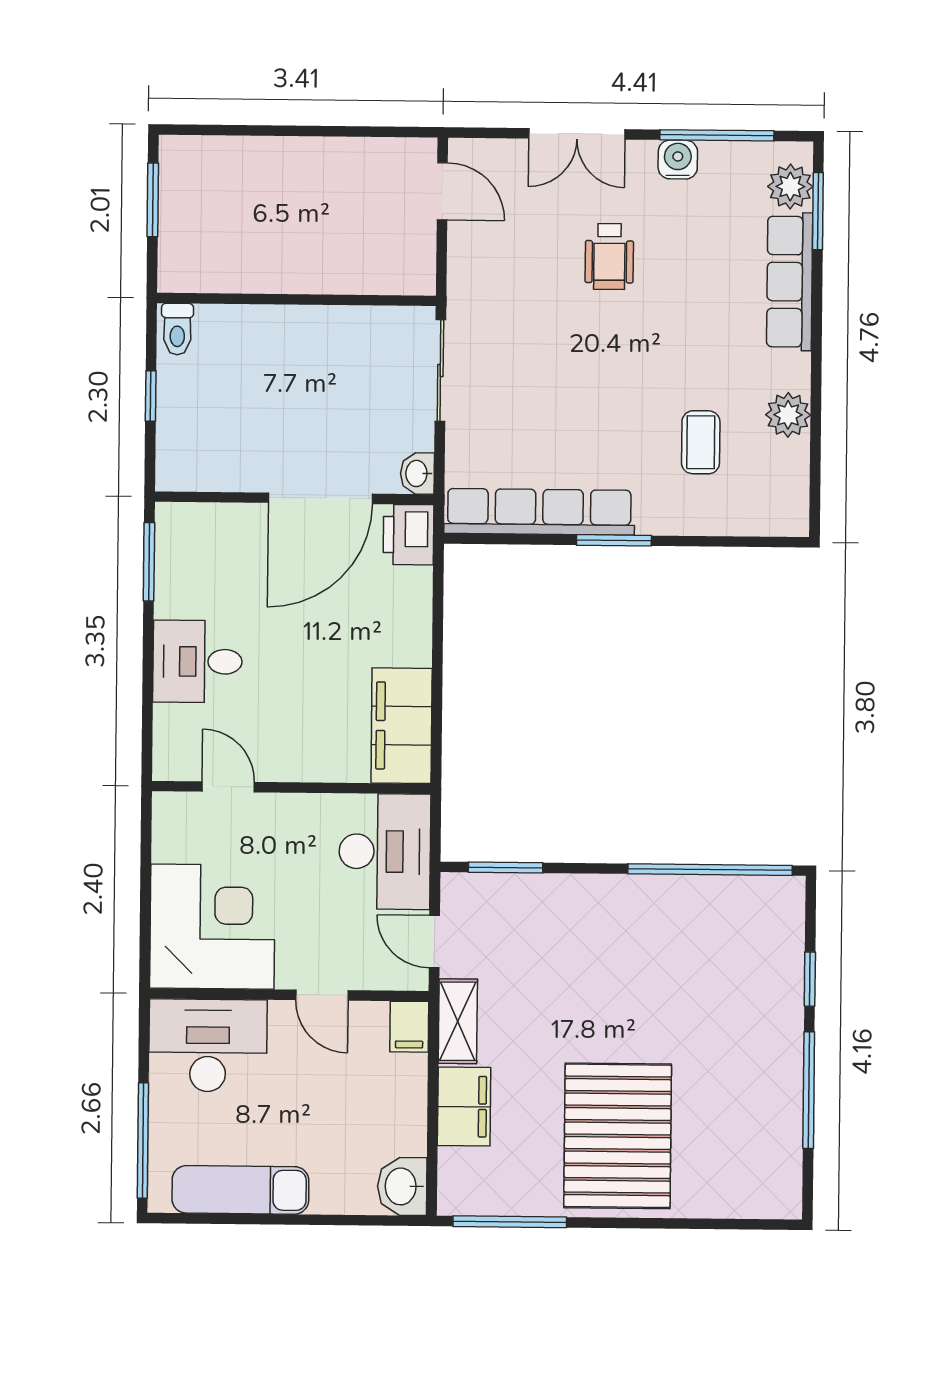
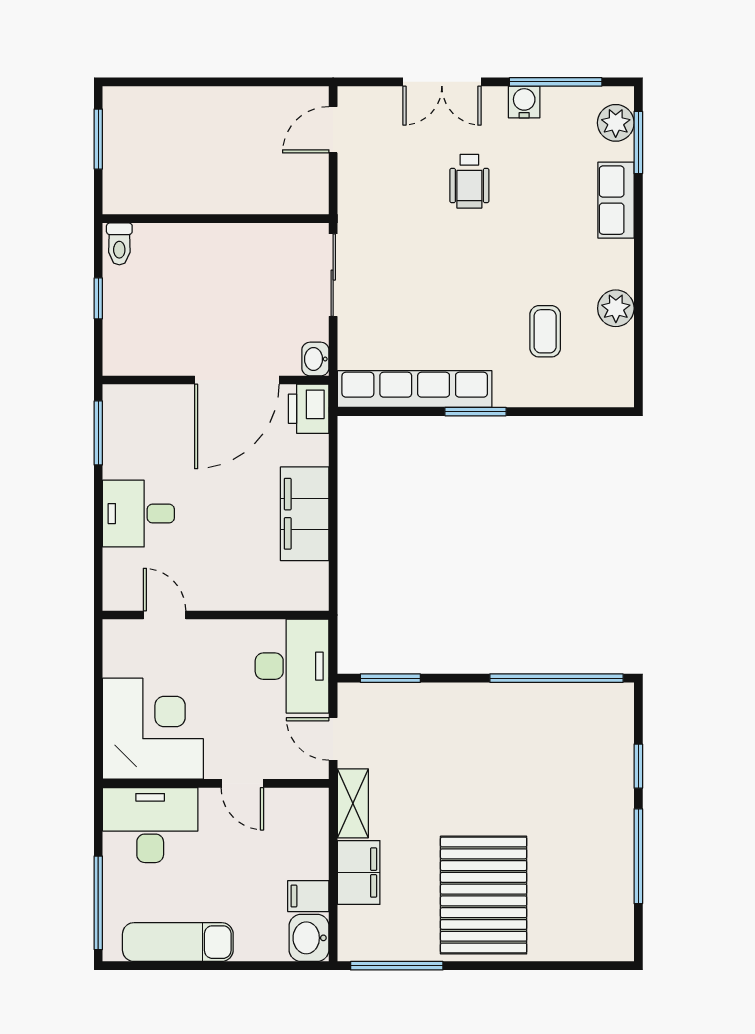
door: (442, 191) -> (333, 130), swing flipped
row of seats: (790, 282) -> (616, 200), width x0.68
filing cabinet: (402, 726) -> (305, 514), moved
filing cabinet: (409, 1027) -> (308, 896), moved, turned 90

